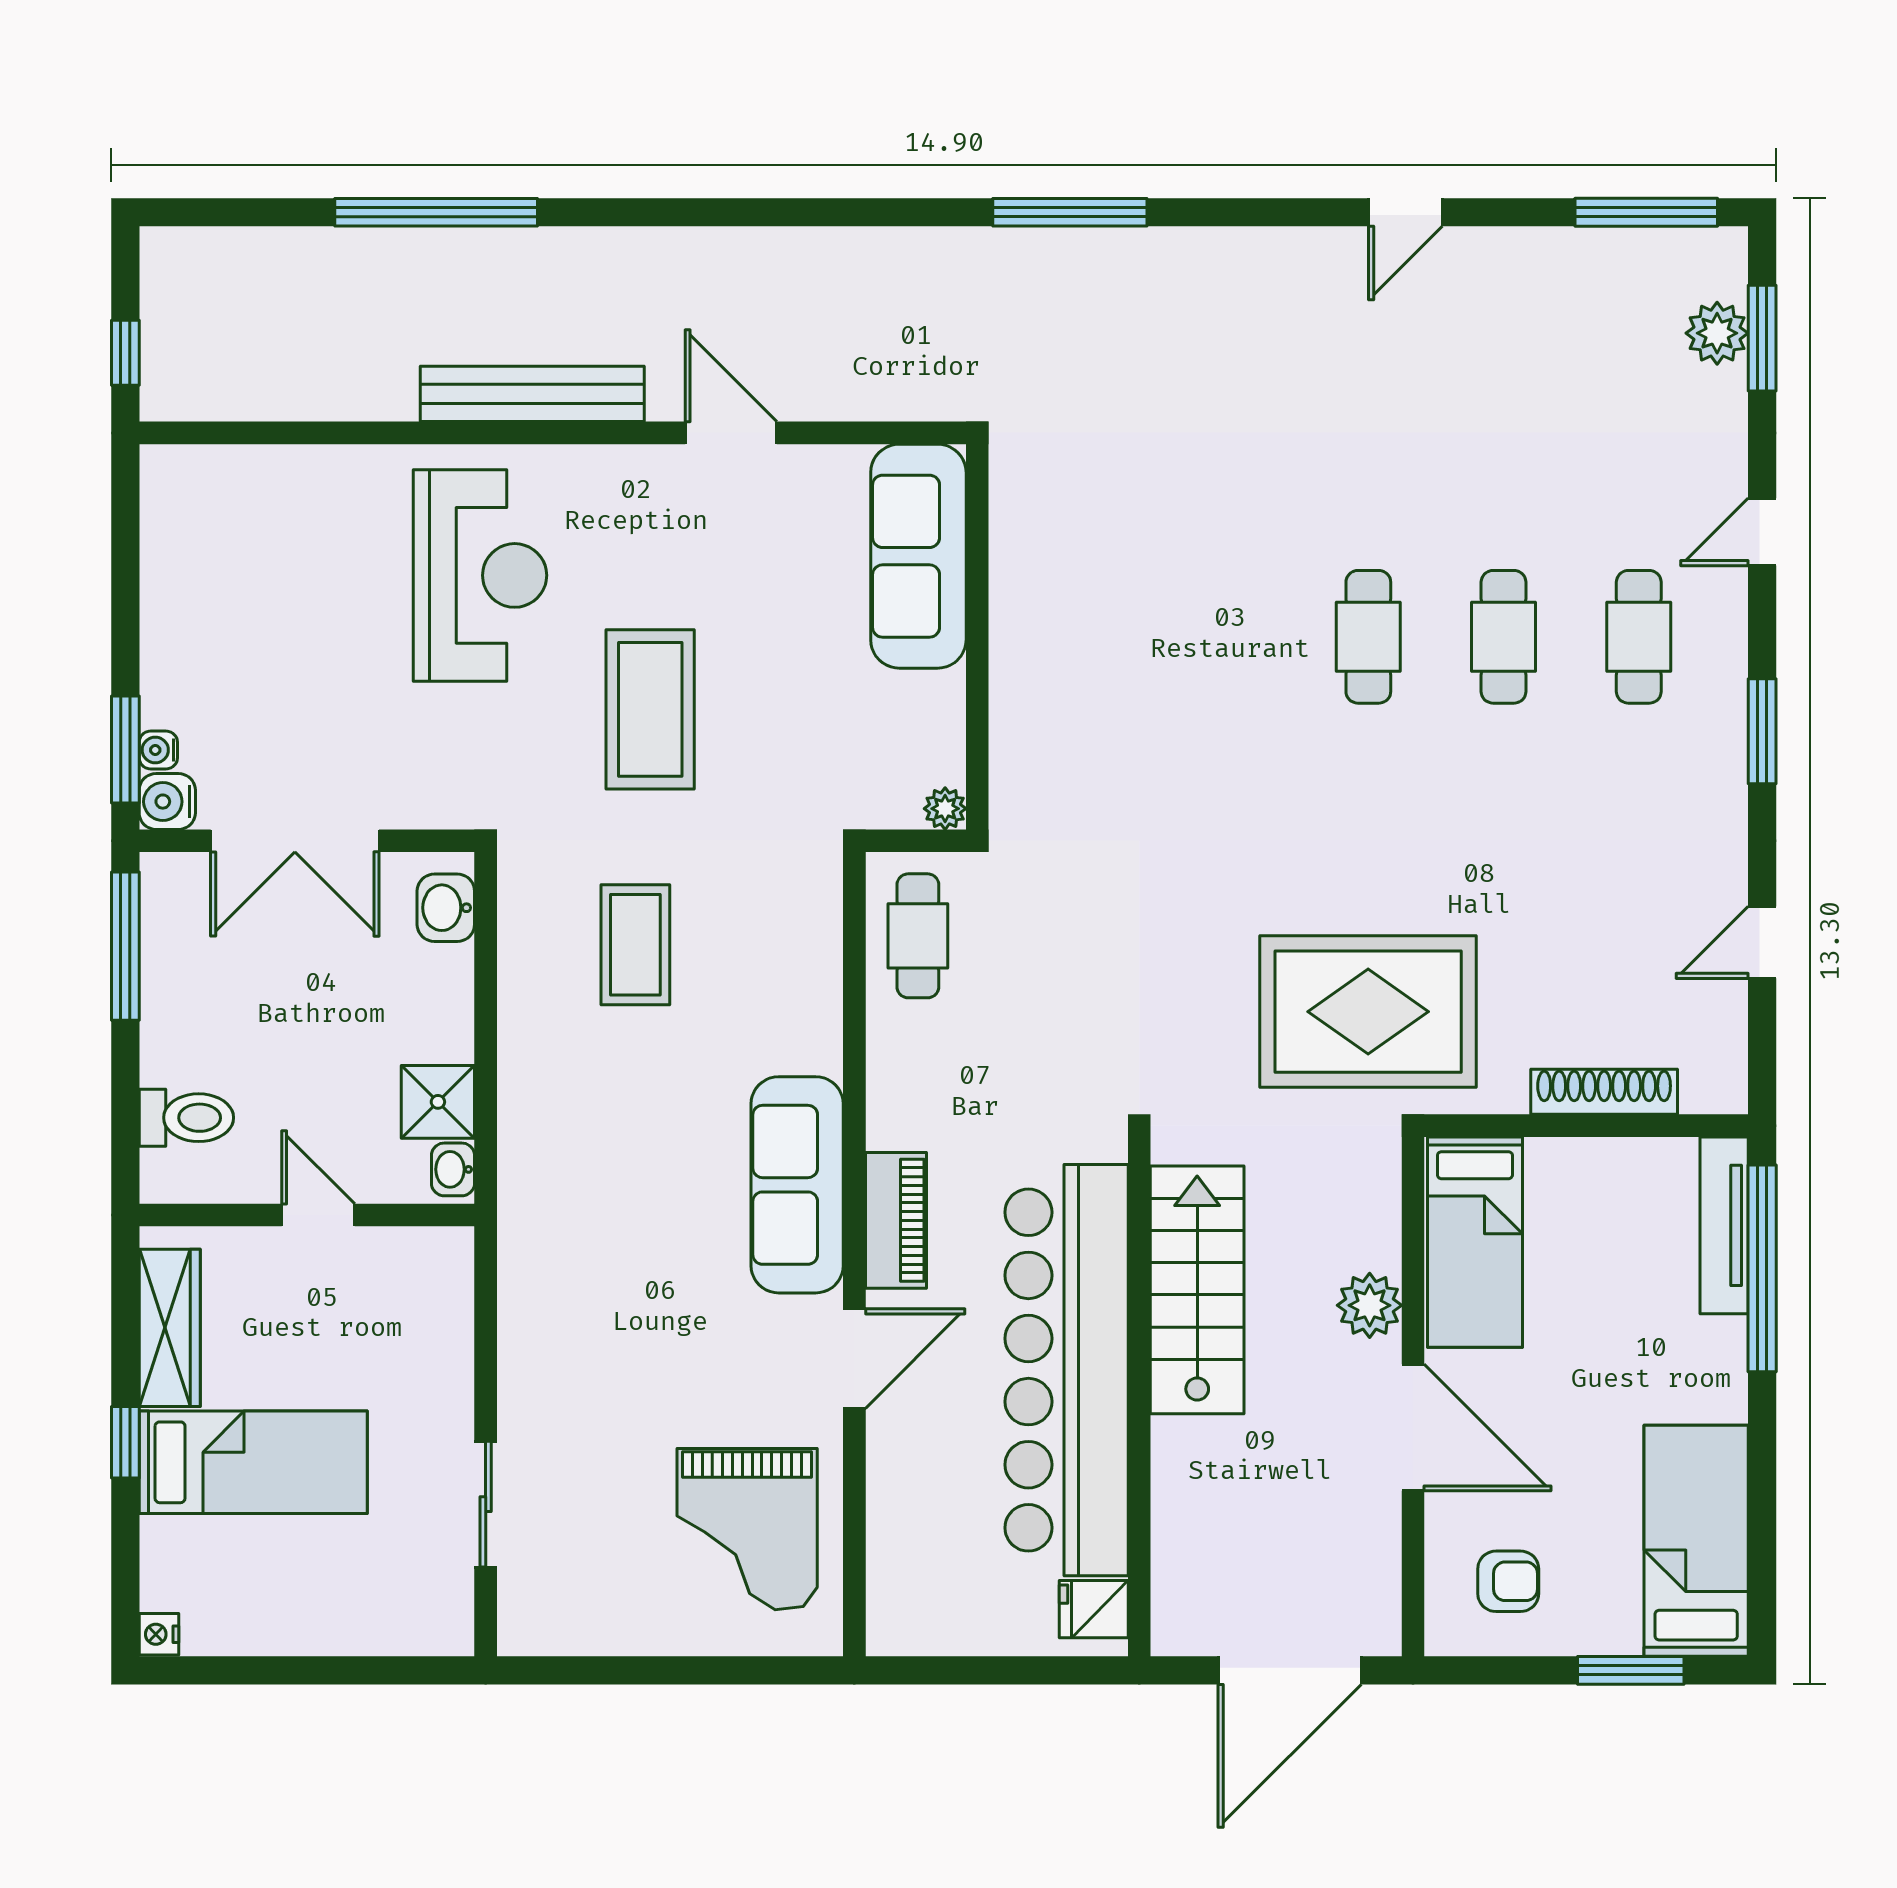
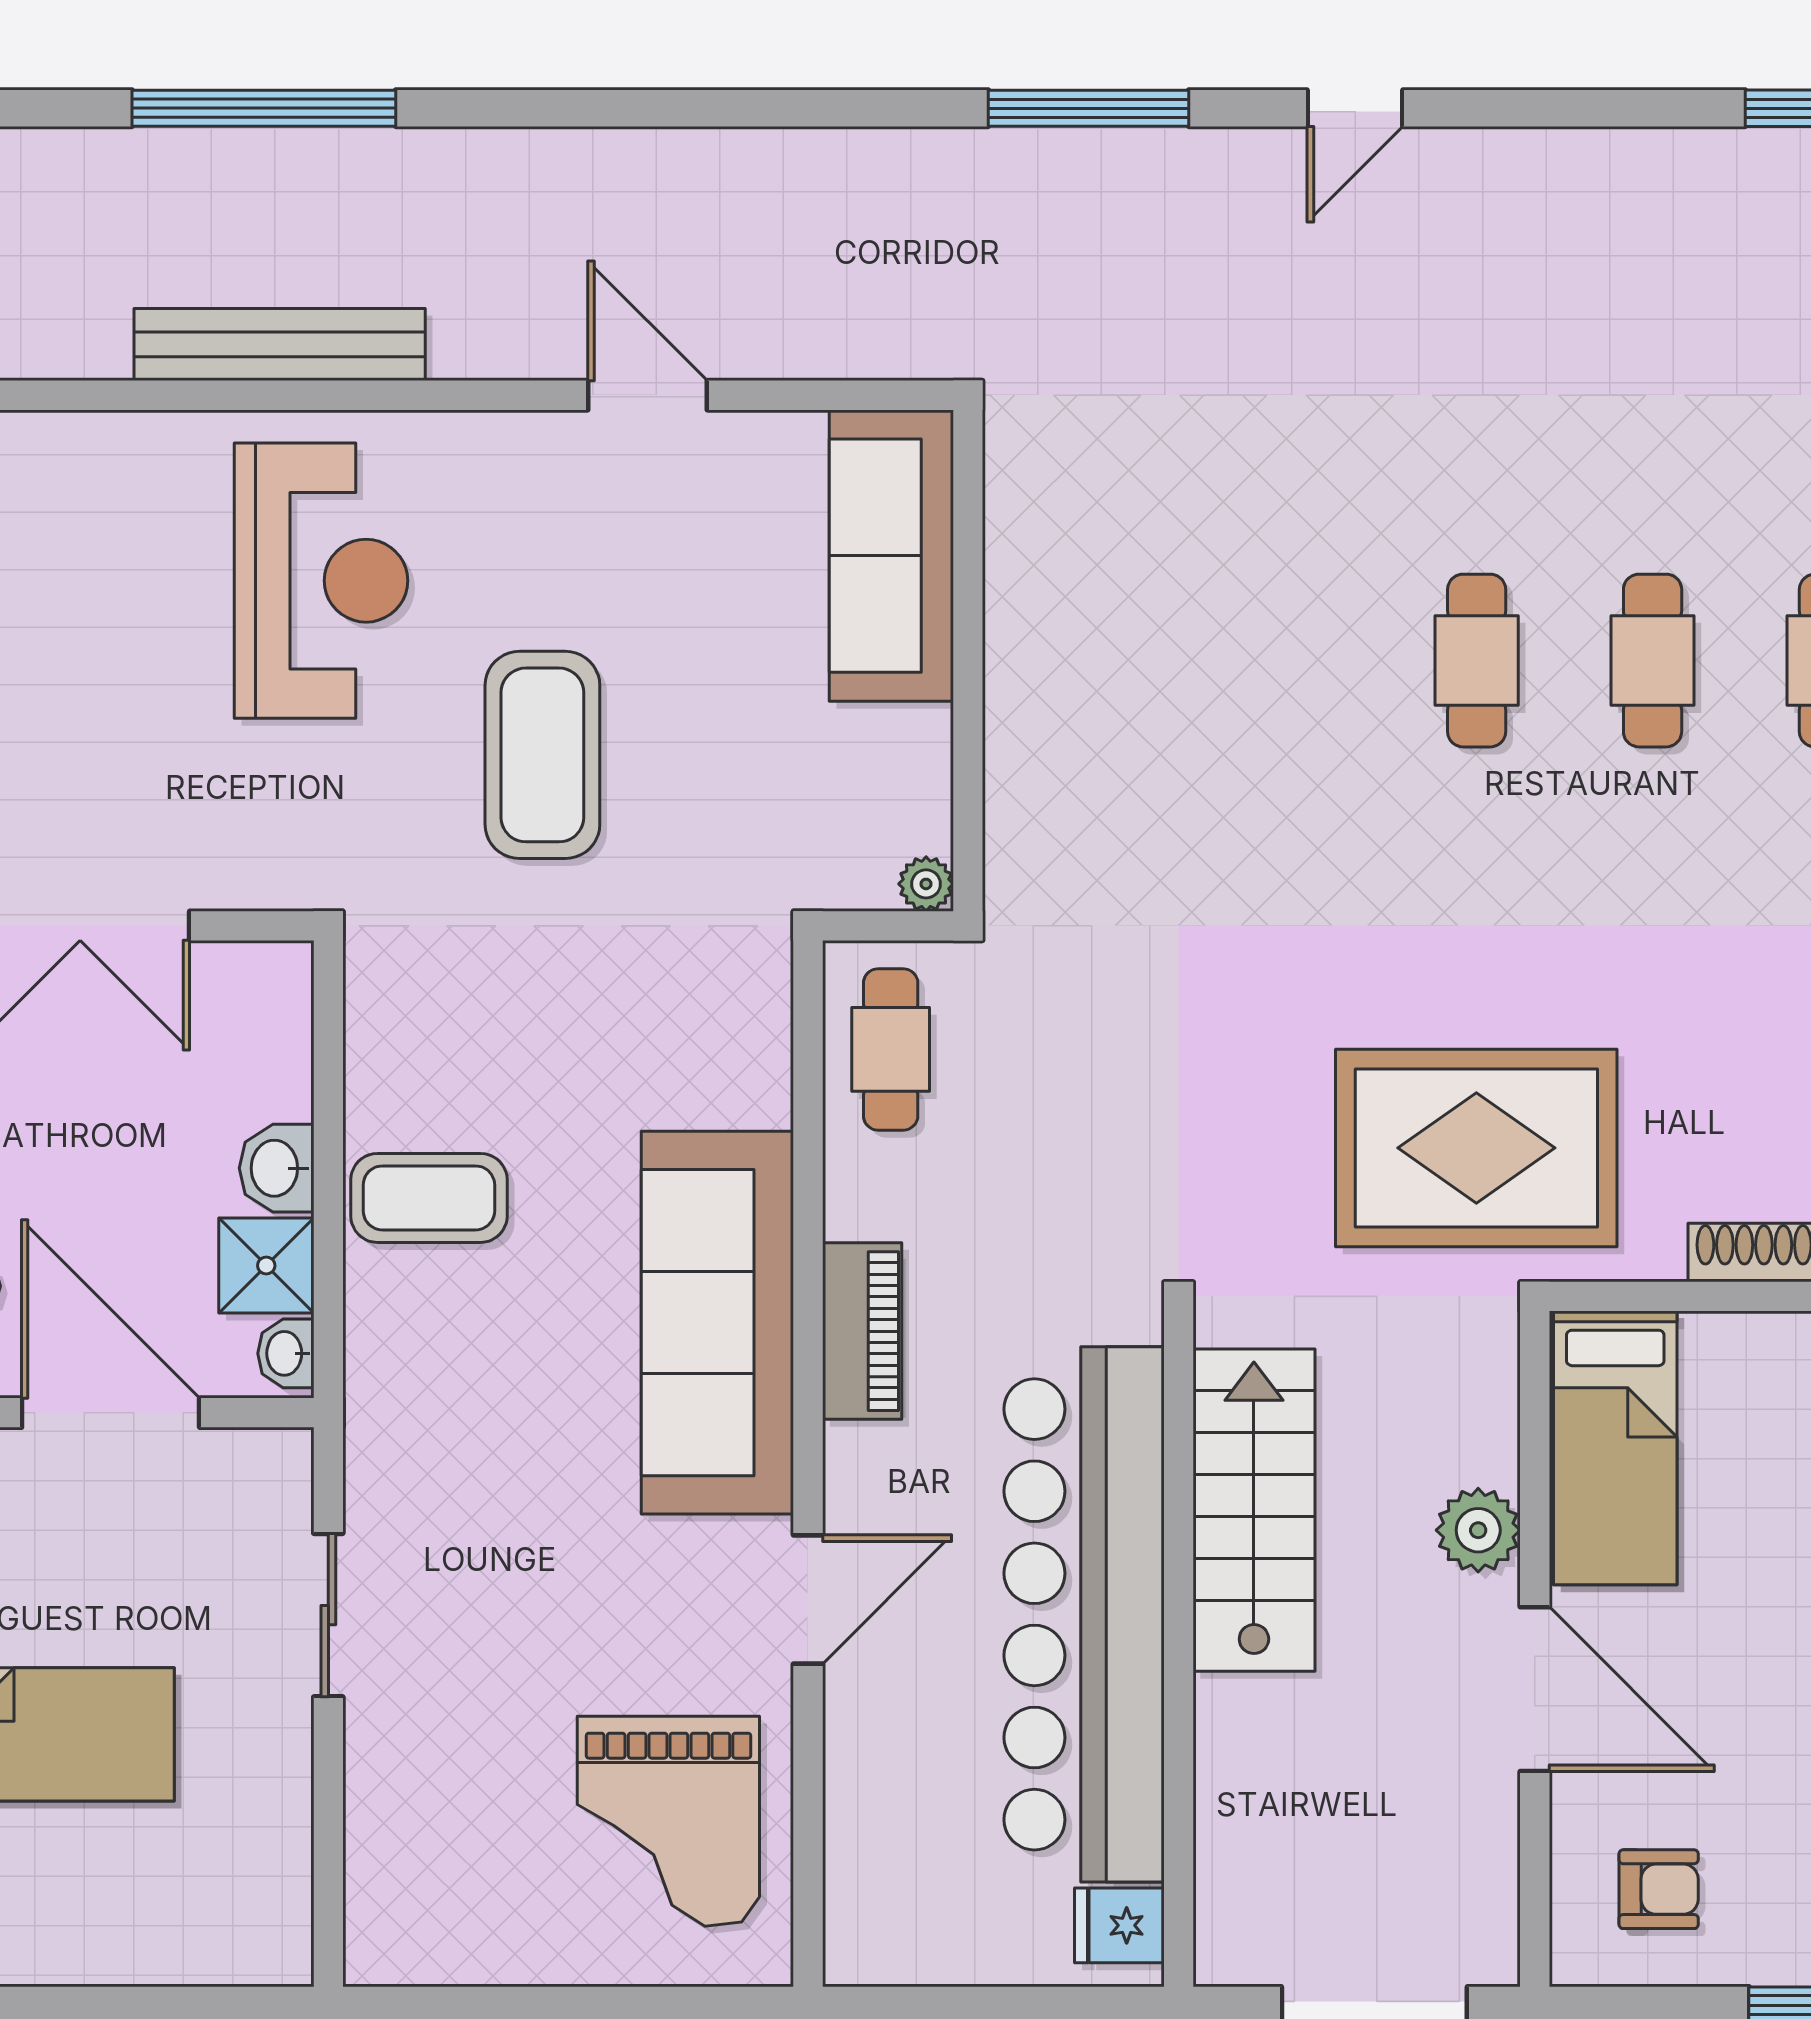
door: (1405, 212) -> (1355, 108), moved
bench: (532, 394) -> (280, 345), moved
washbasin: (446, 908) -> (277, 1168), moved
coffee table: (635, 945) -> (429, 1198), moved, turned 90
sofa: (797, 1185) -> (717, 1323), width x1.36, depth x1.27
door: (318, 1215) -> (111, 1413), width x1.87
piano: (896, 1220) -> (862, 1331), moved
sliding door: (486, 1504) -> (328, 1615), moved

